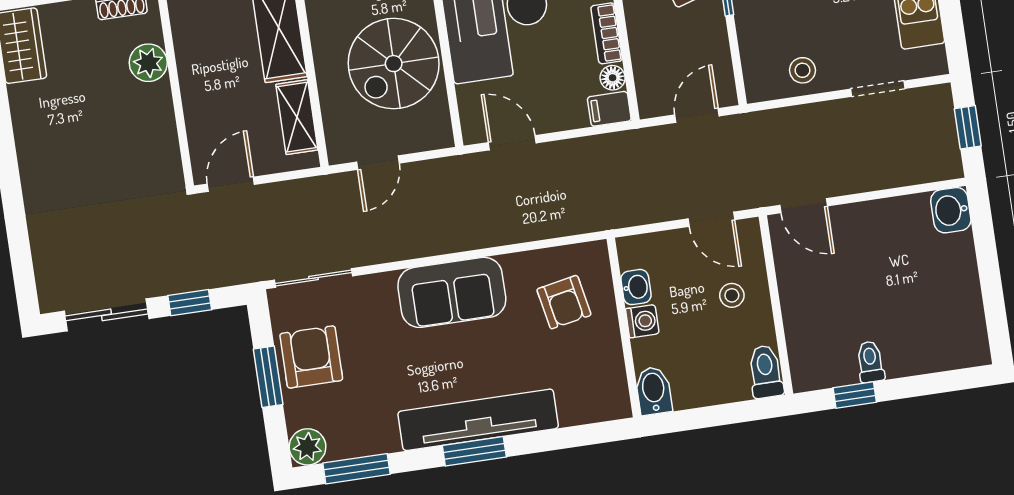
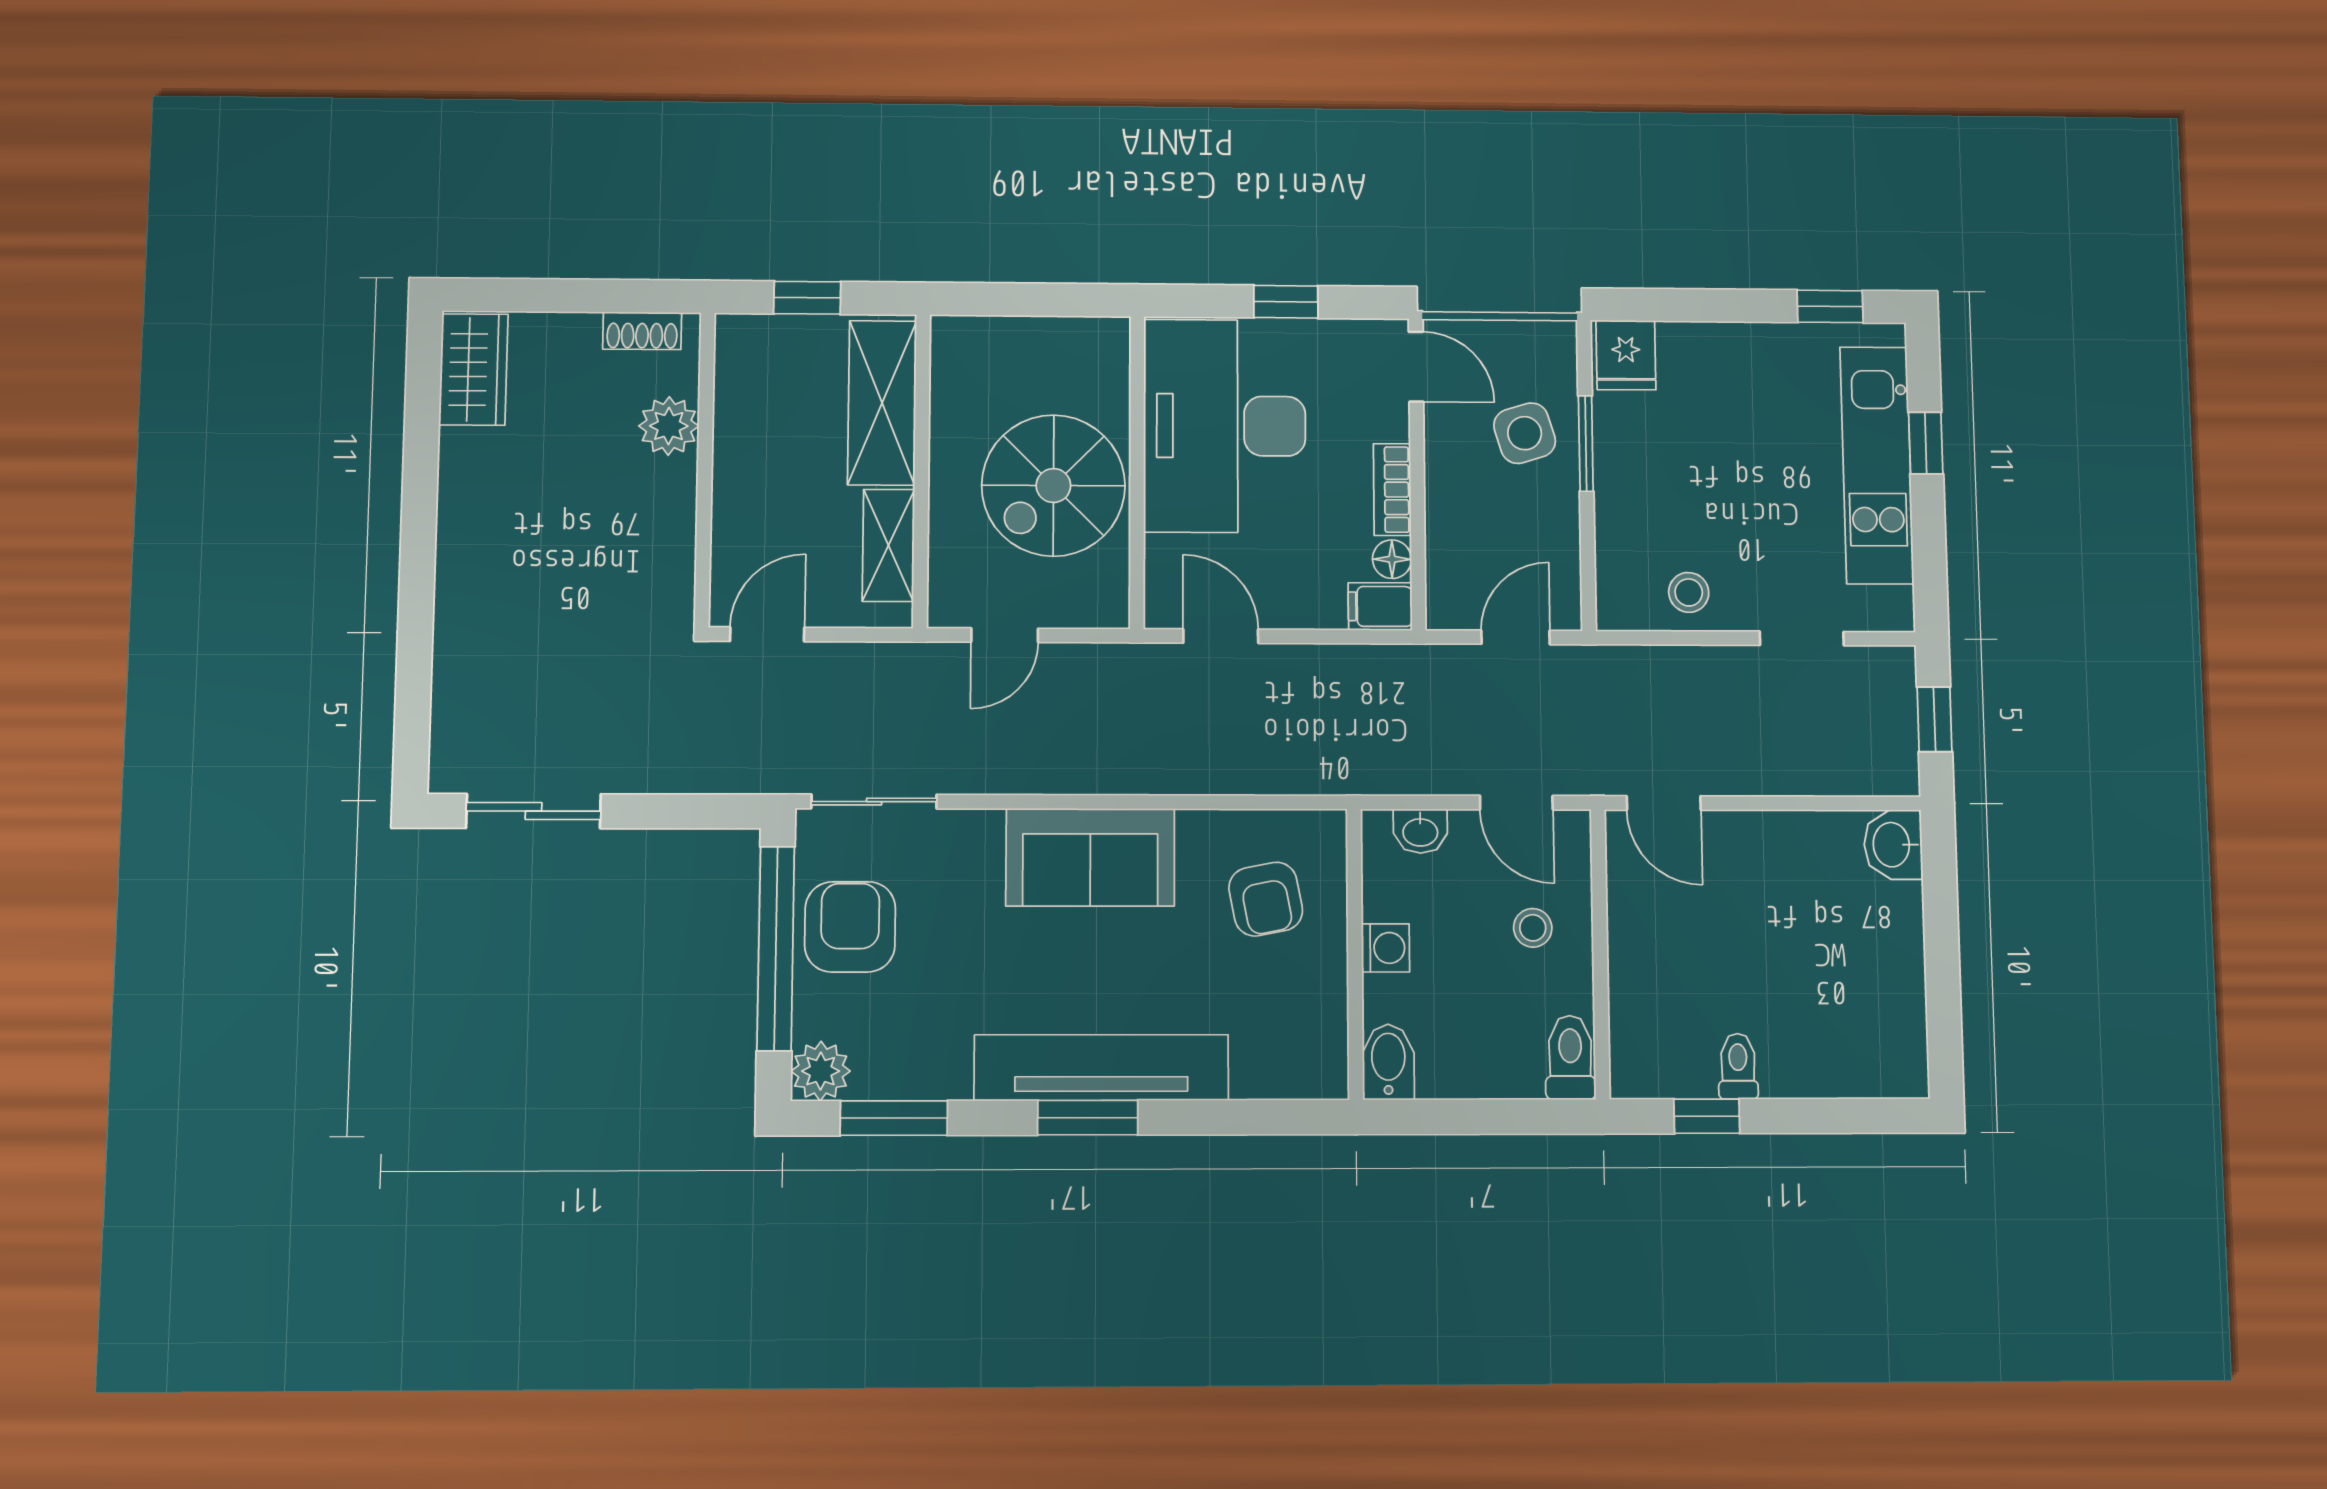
washbasin: (636, 287) -> (1420, 831), moved, turned 90
window: (190, 303) -> (670, 811), removed
window: (268, 377) -> (776, 948), width x2.11

